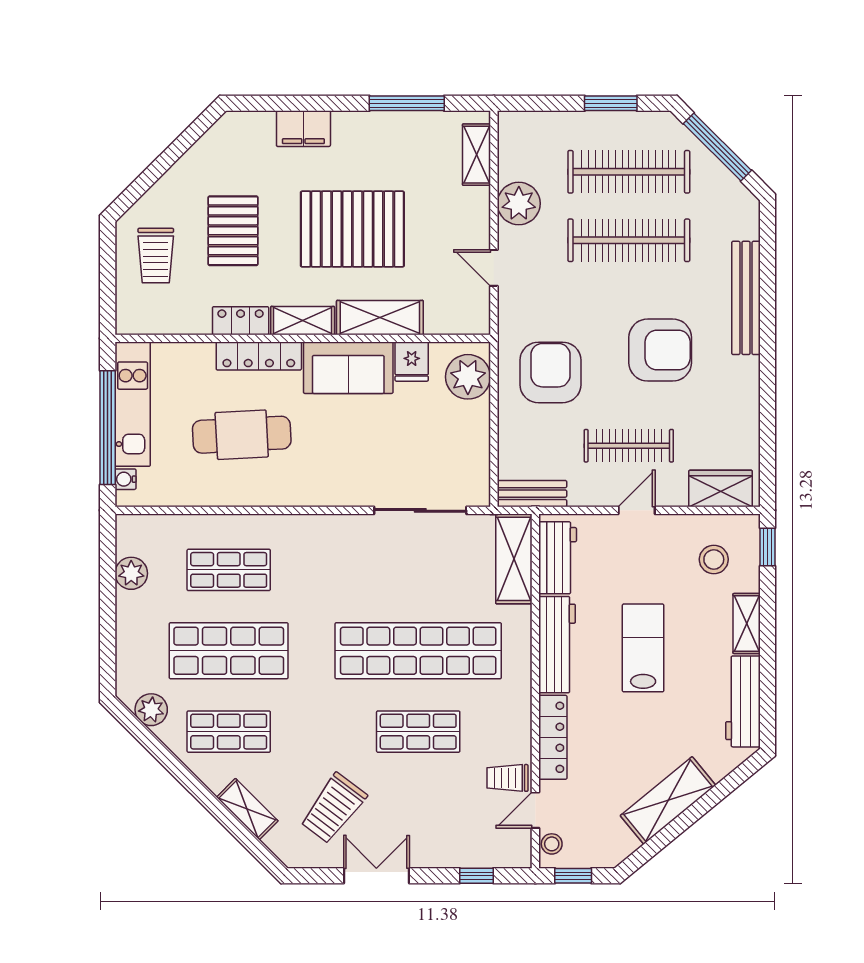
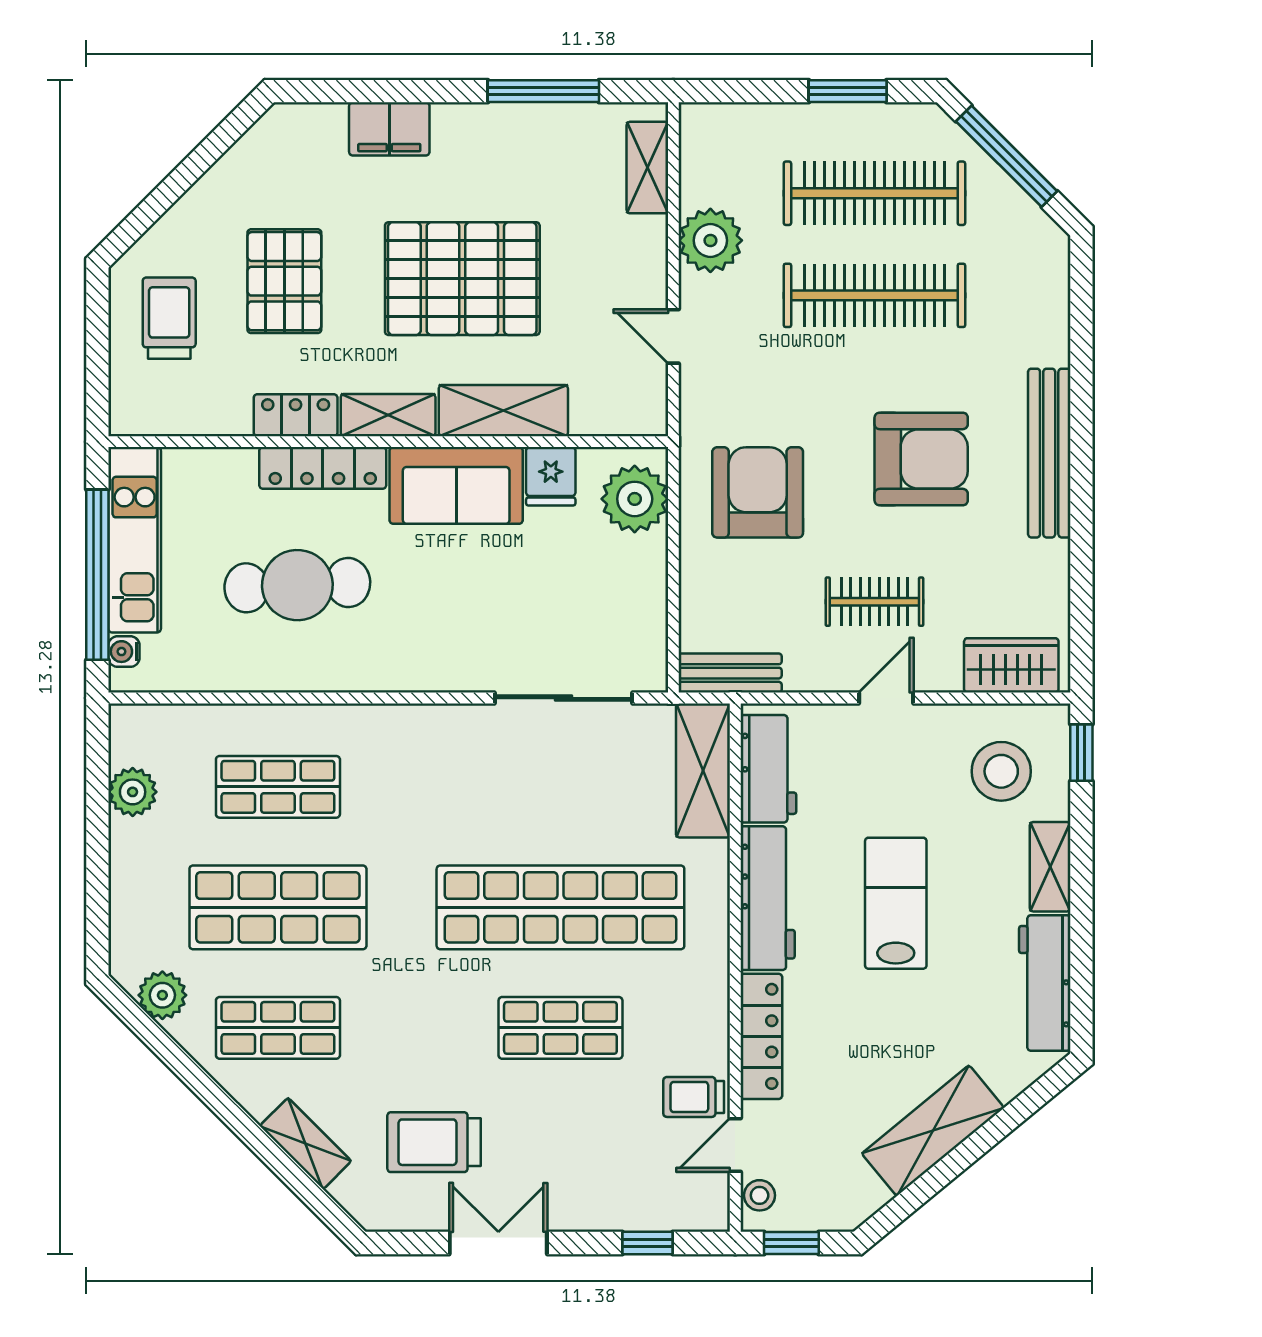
trolley: (156, 256) -> (169, 318), turned 180
bench: (746, 298) -> (1049, 453), moved
clothes rail: (629, 446) -> (874, 602), width x0.73
stool: (714, 559) -> (1001, 771), width x1.38, depth x1.38
trolley: (333, 808) -> (434, 1142), turned 53

